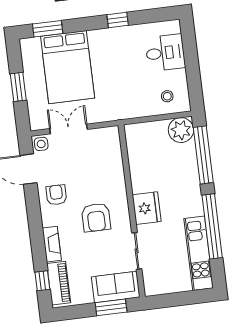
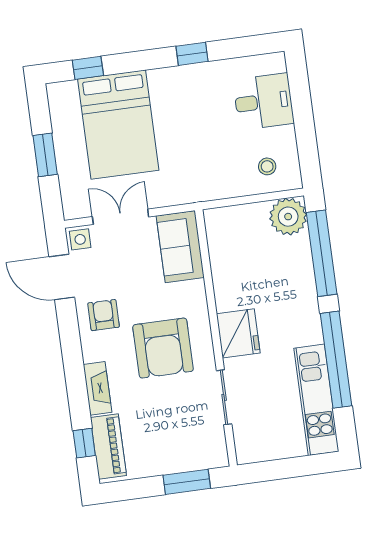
window: (48, 29) -> (88, 68), width x0.67
armchair: (96, 217) -> (163, 348), width x1.36, depth x1.36
sofa: (116, 287) -> (180, 247), moved, turned -90

